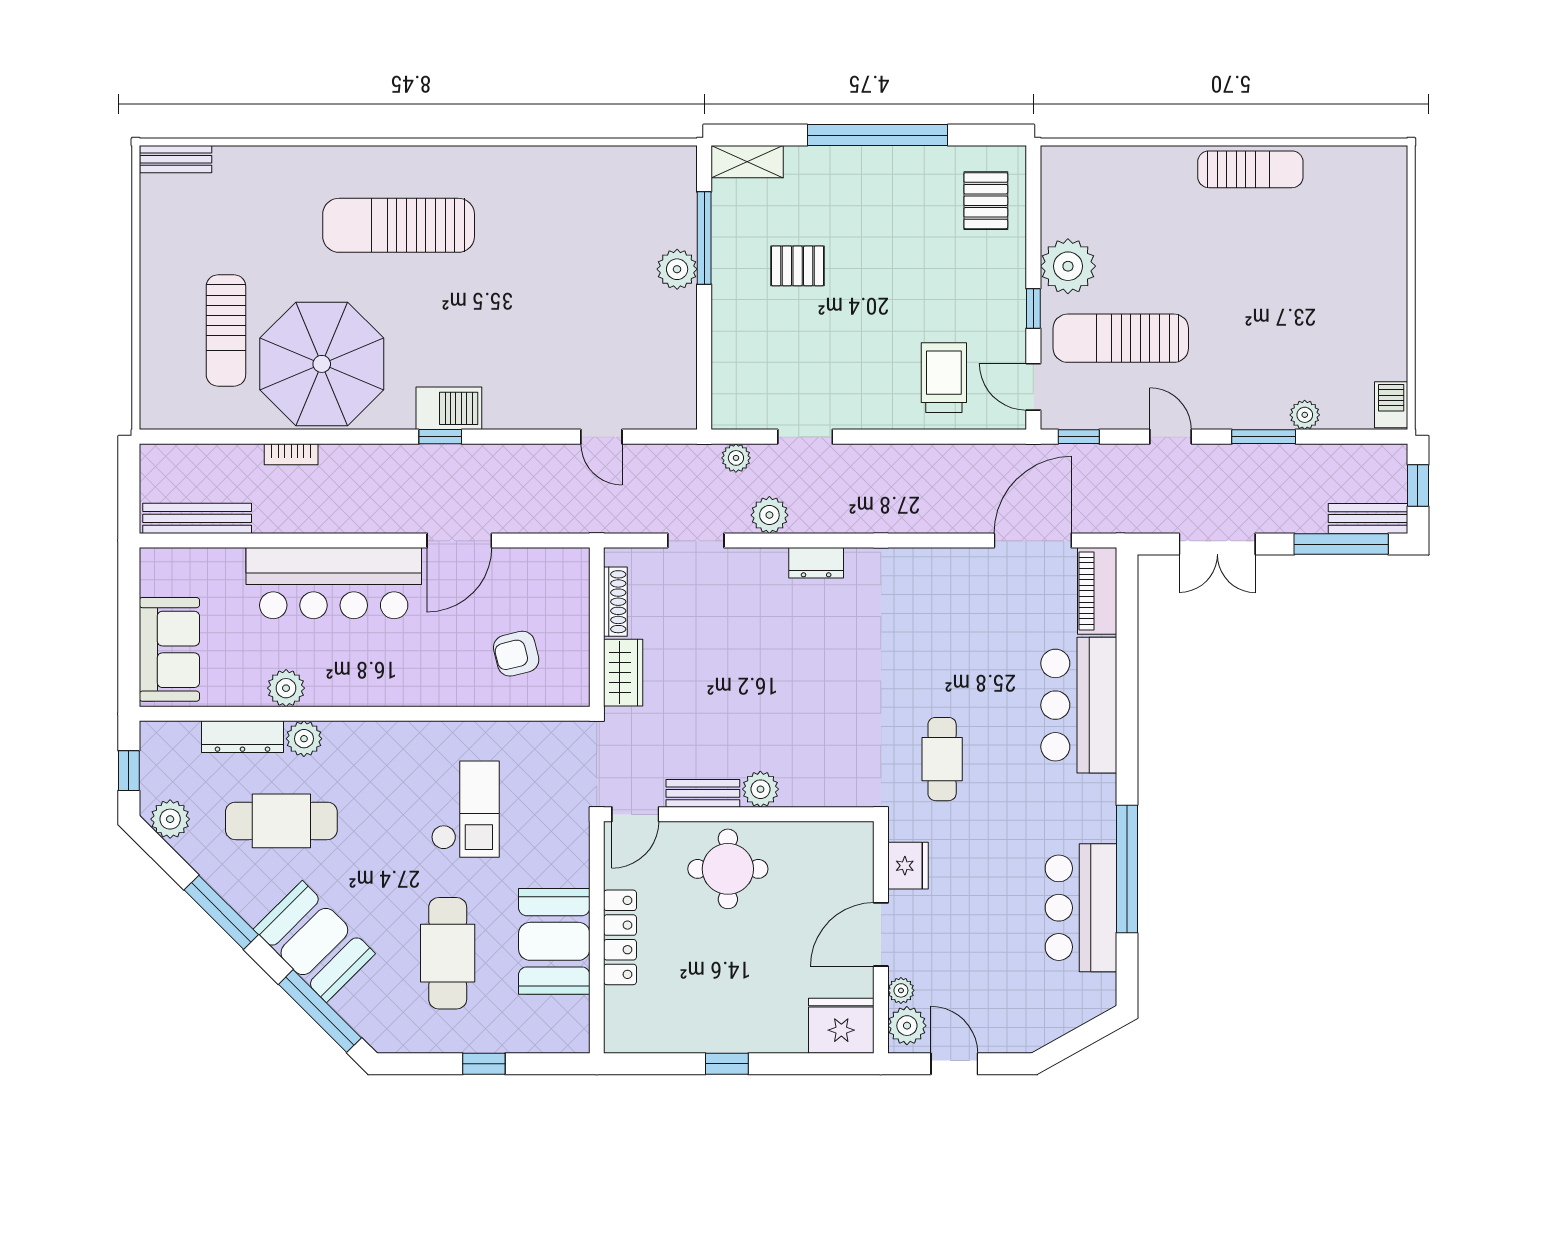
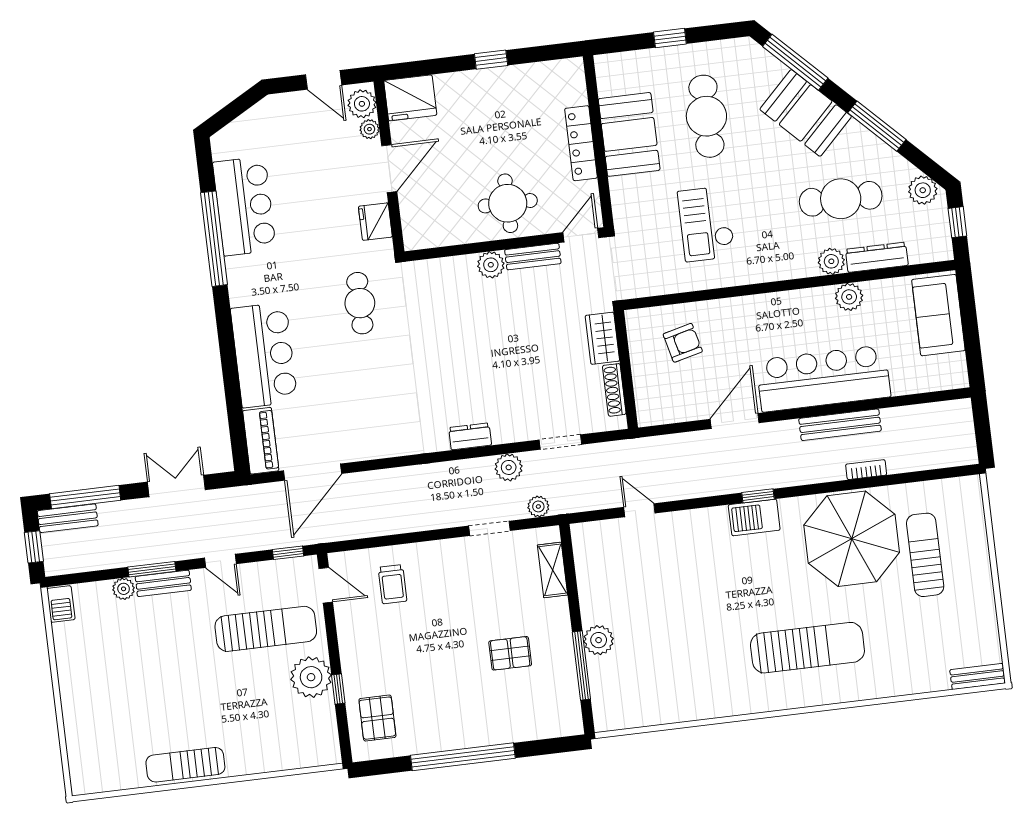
shelving: (747, 162) -> (553, 570), moved, turned 90
window: (1033, 308) -> (338, 689), moved
trolley: (944, 378) -> (392, 584), width x0.73, depth x0.72
bench: (1251, 416) -> (163, 583), added
bench: (197, 518) -> (840, 425), moved

